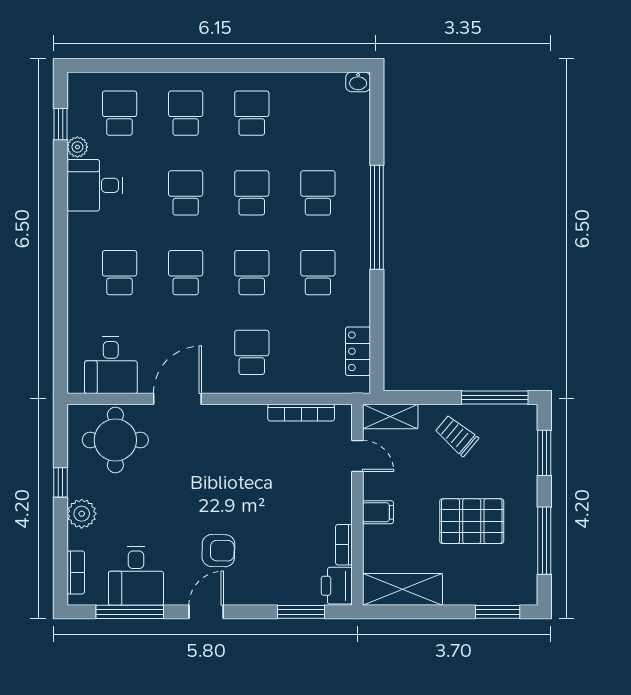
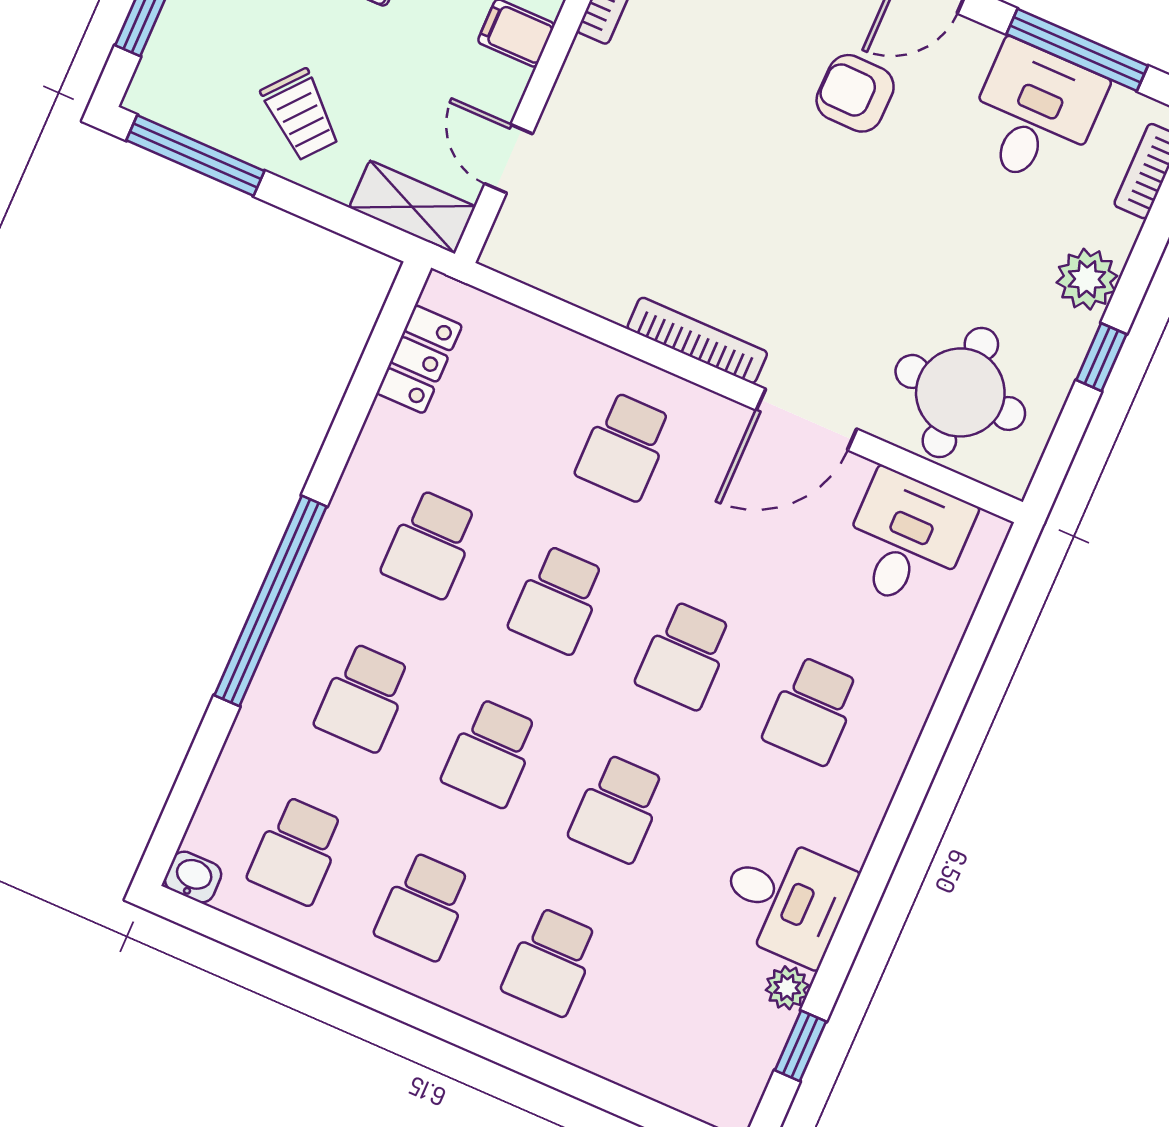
school desk: (120, 113) -> (297, 851), moved
bookcase: (301, 413) -> (697, 340), moved

